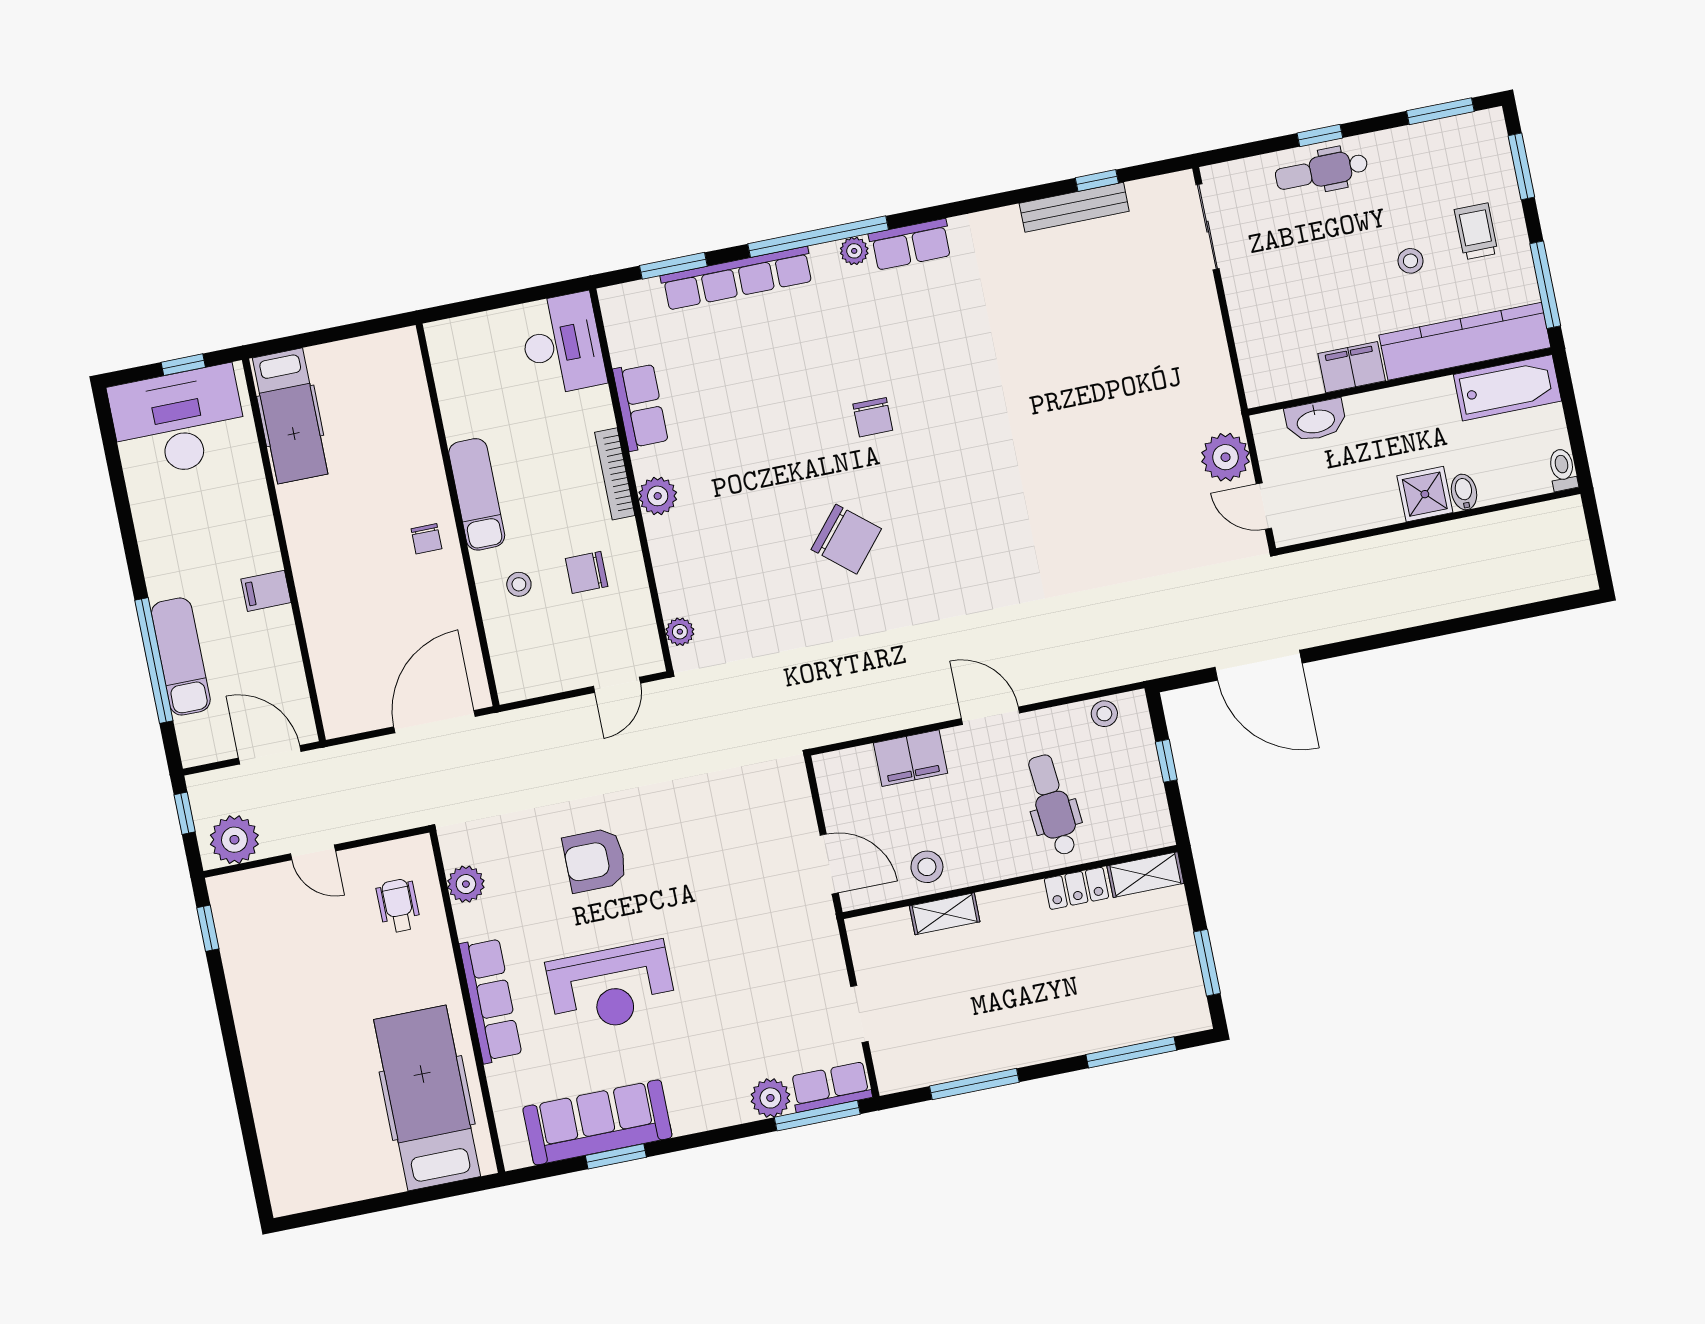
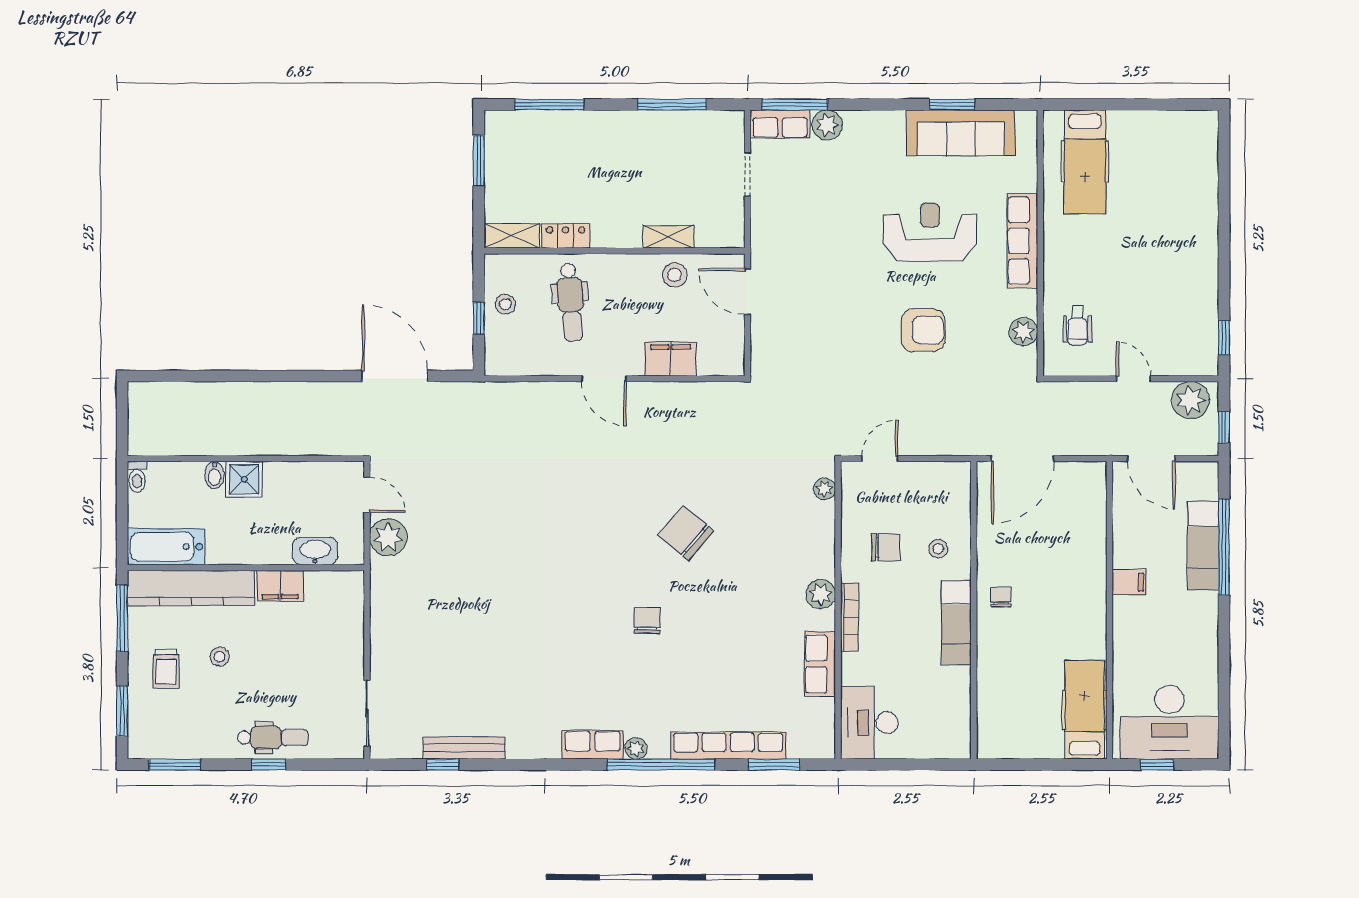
stool: (1104, 714) -> (505, 304), moved
hospital bed: (427, 1098) -> (1085, 162), width x0.73, depth x0.78

